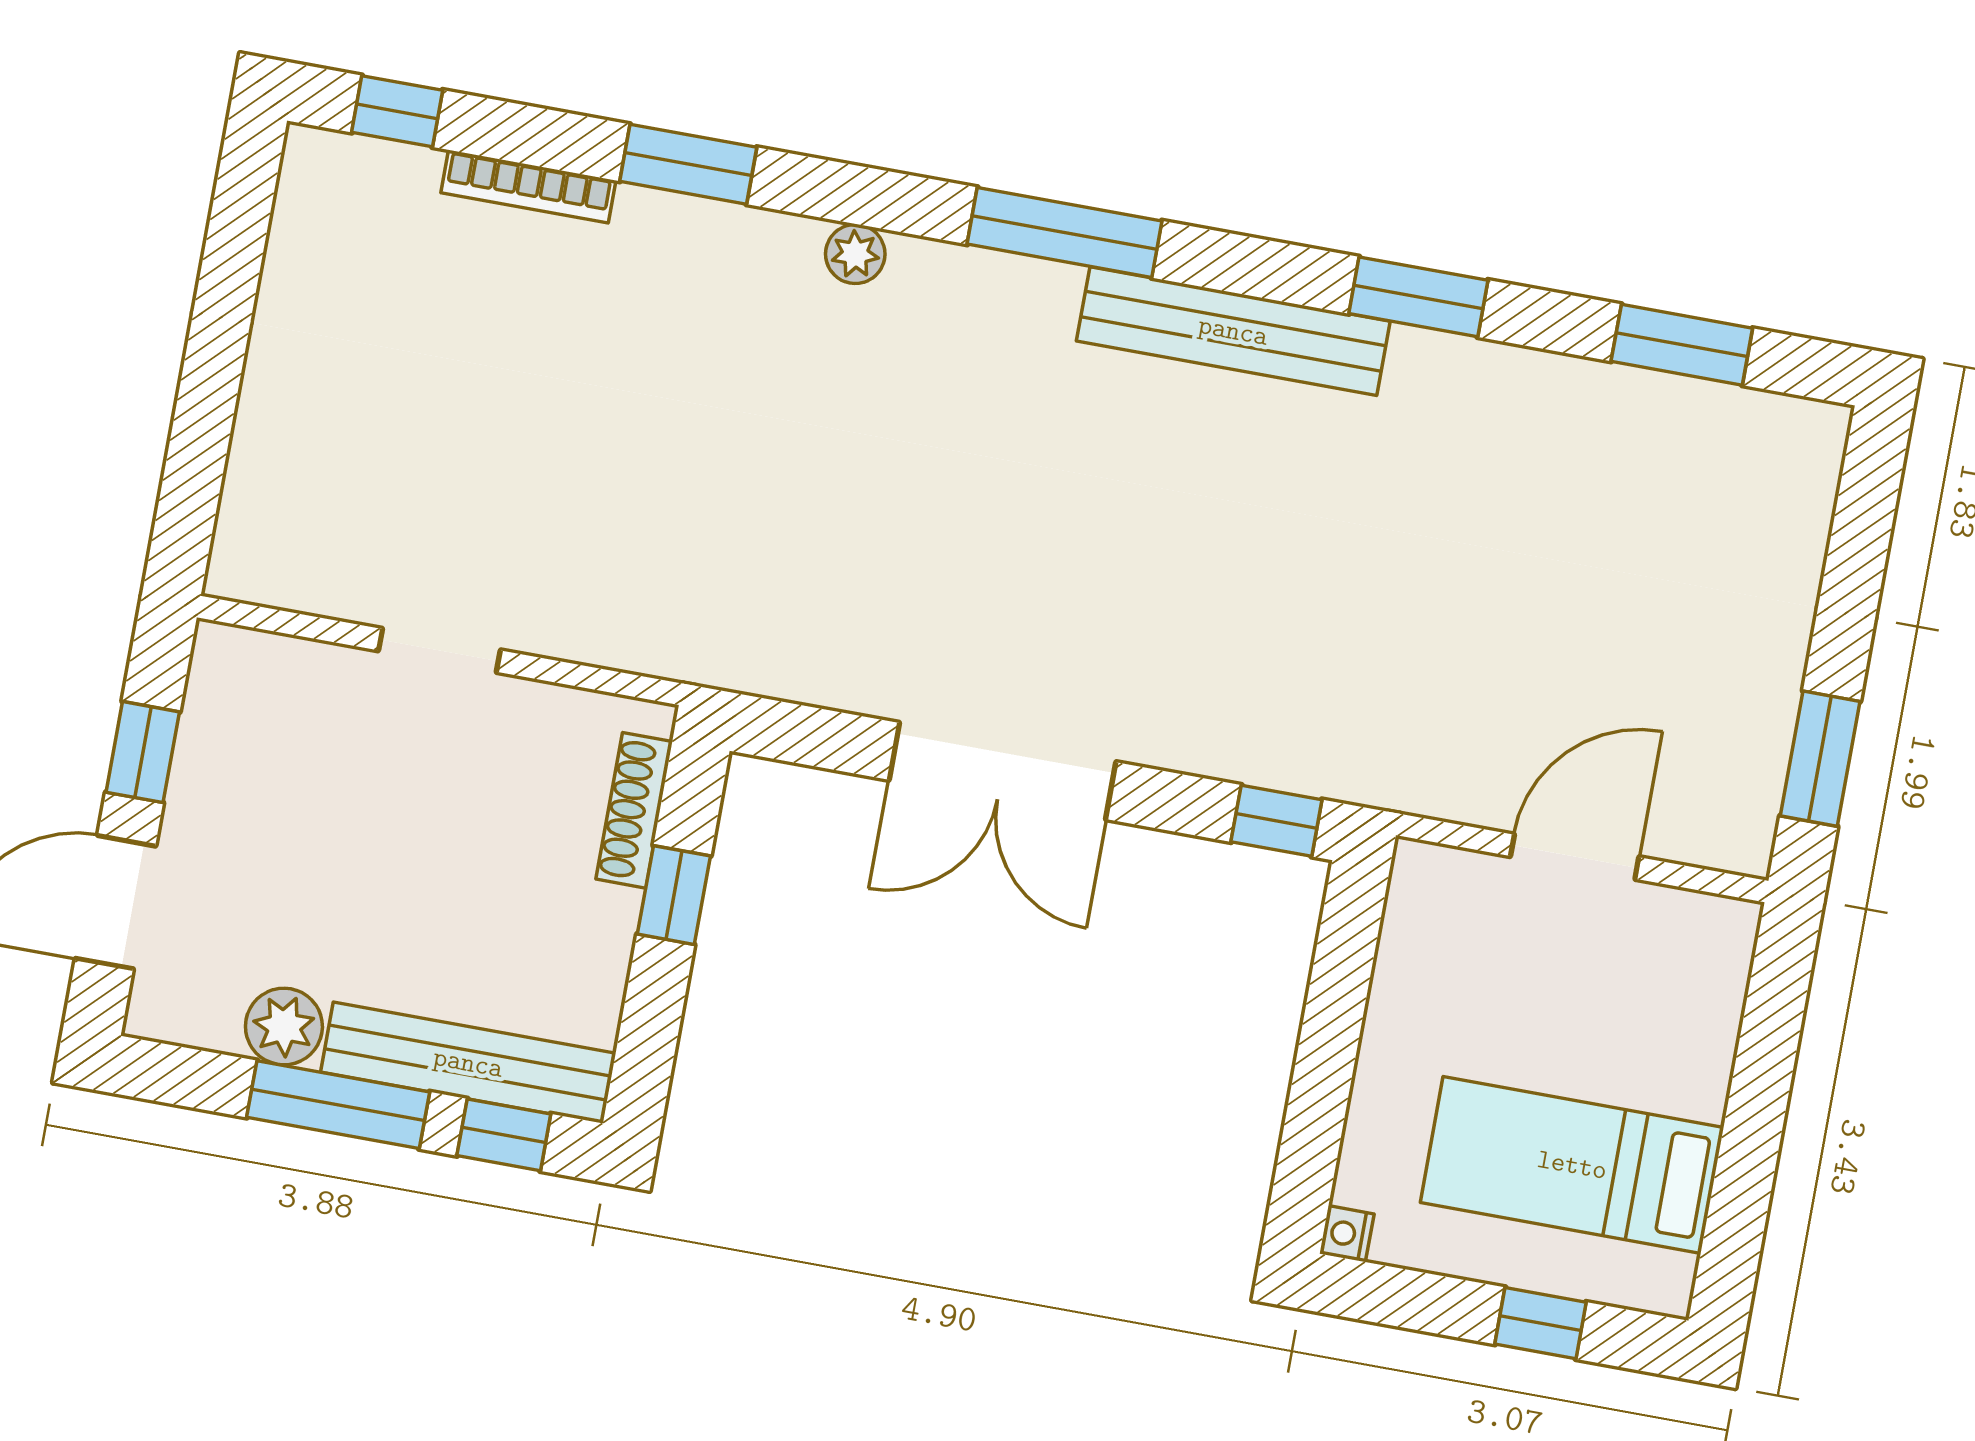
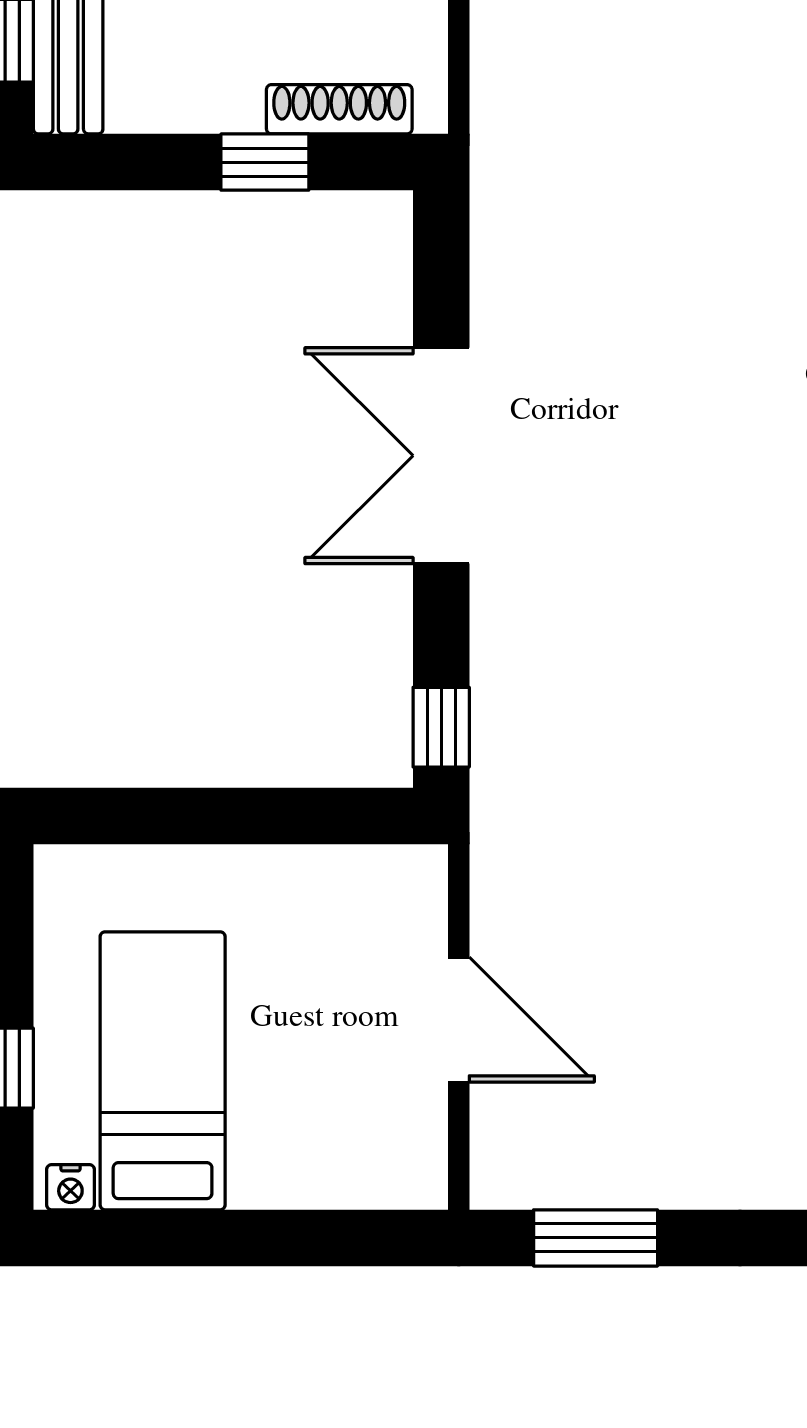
nightstand: (1347, 1234) -> (70, 1187), moved, turned 180

